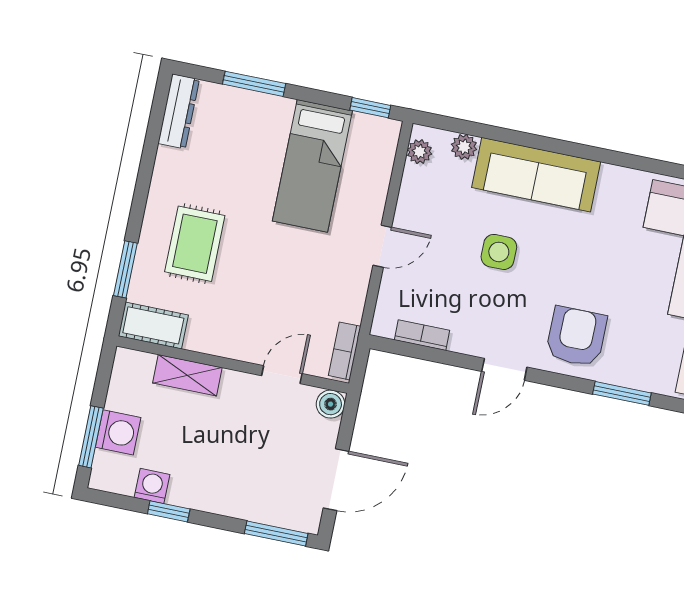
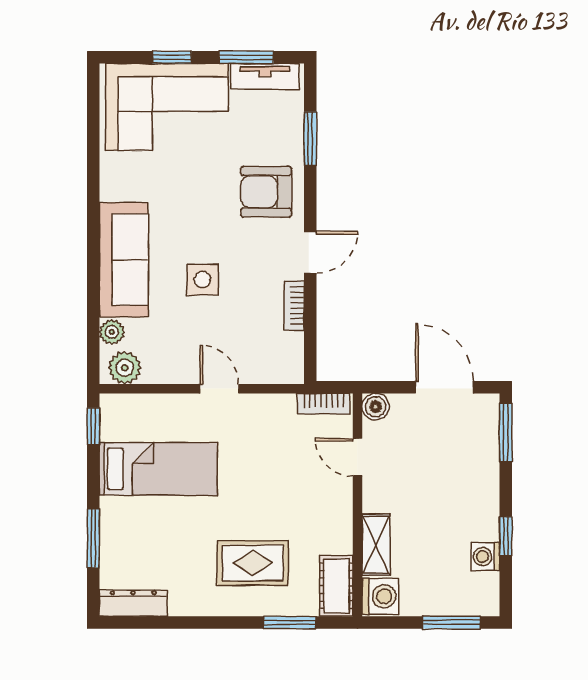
plant: (419, 152) -> (125, 368), width x1.38, depth x1.38
bookcase: (422, 335) -> (294, 306), moved
door: (504, 369) -> (310, 252), hinge flipped
washing machine: (118, 432) -> (380, 596), moved, turned 90

